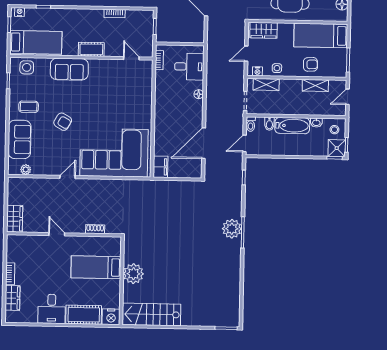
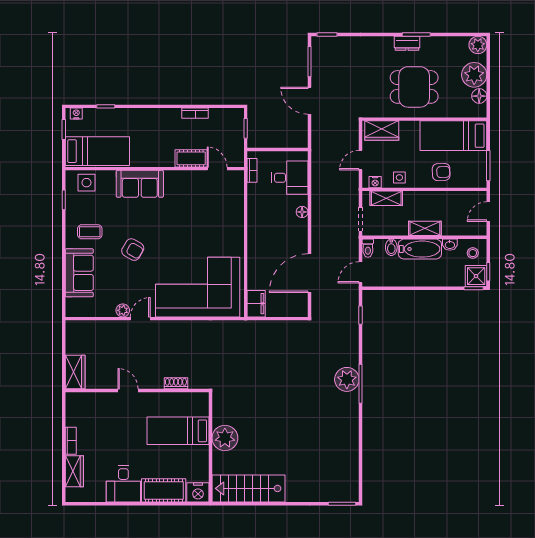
cot: (91, 49) -> (191, 158), moved
shelving: (315, 85) -> (425, 228), moved
plant: (26, 170) -> (123, 310), moved

